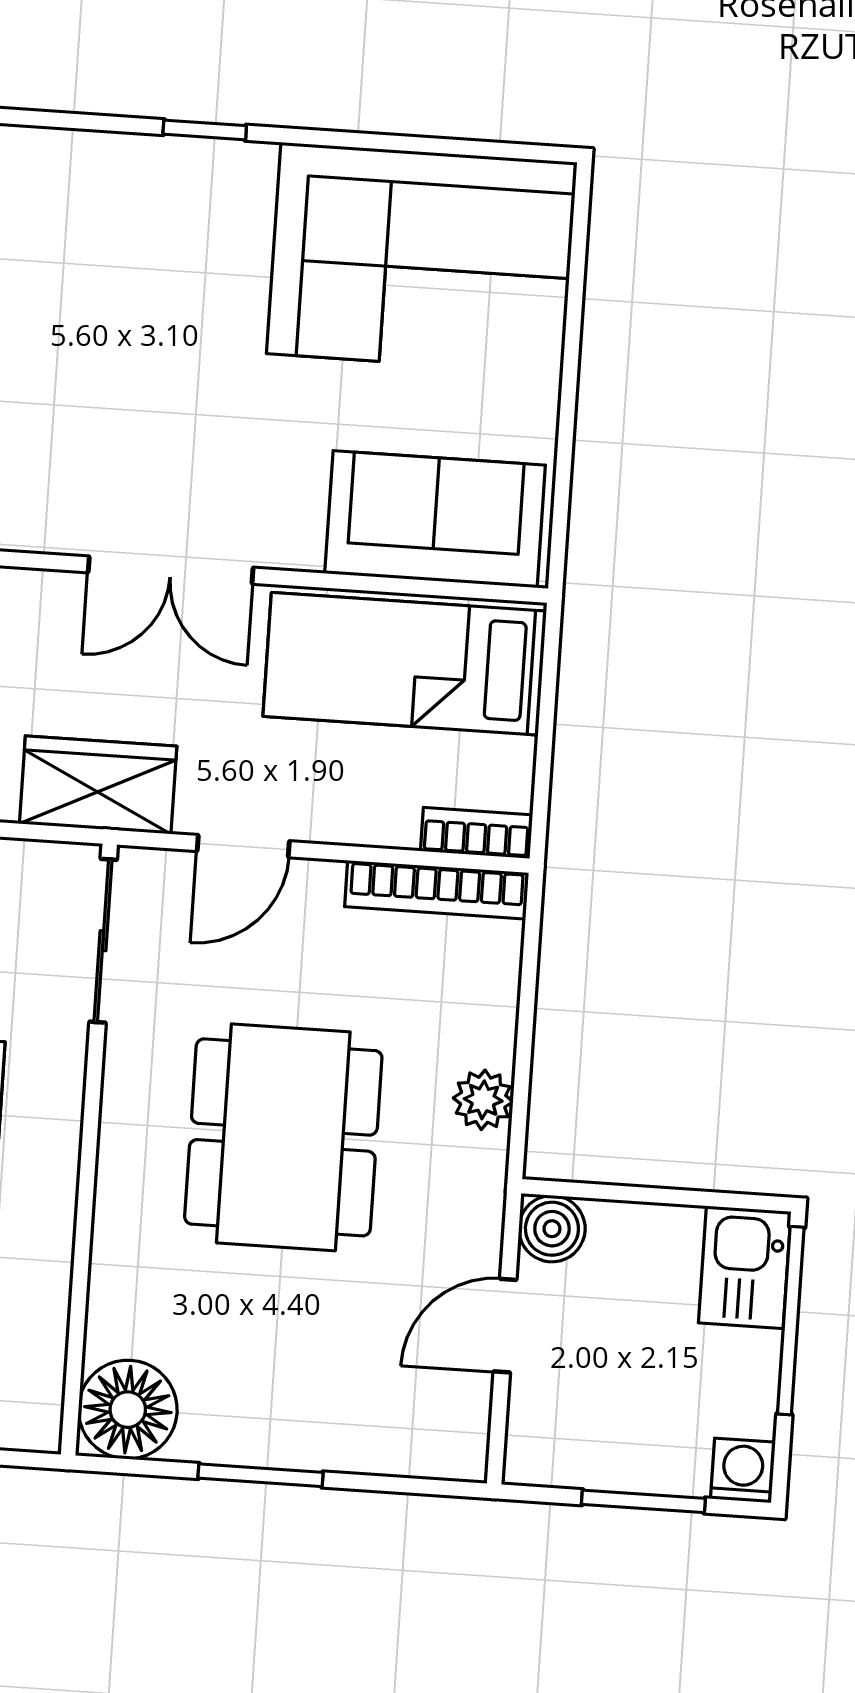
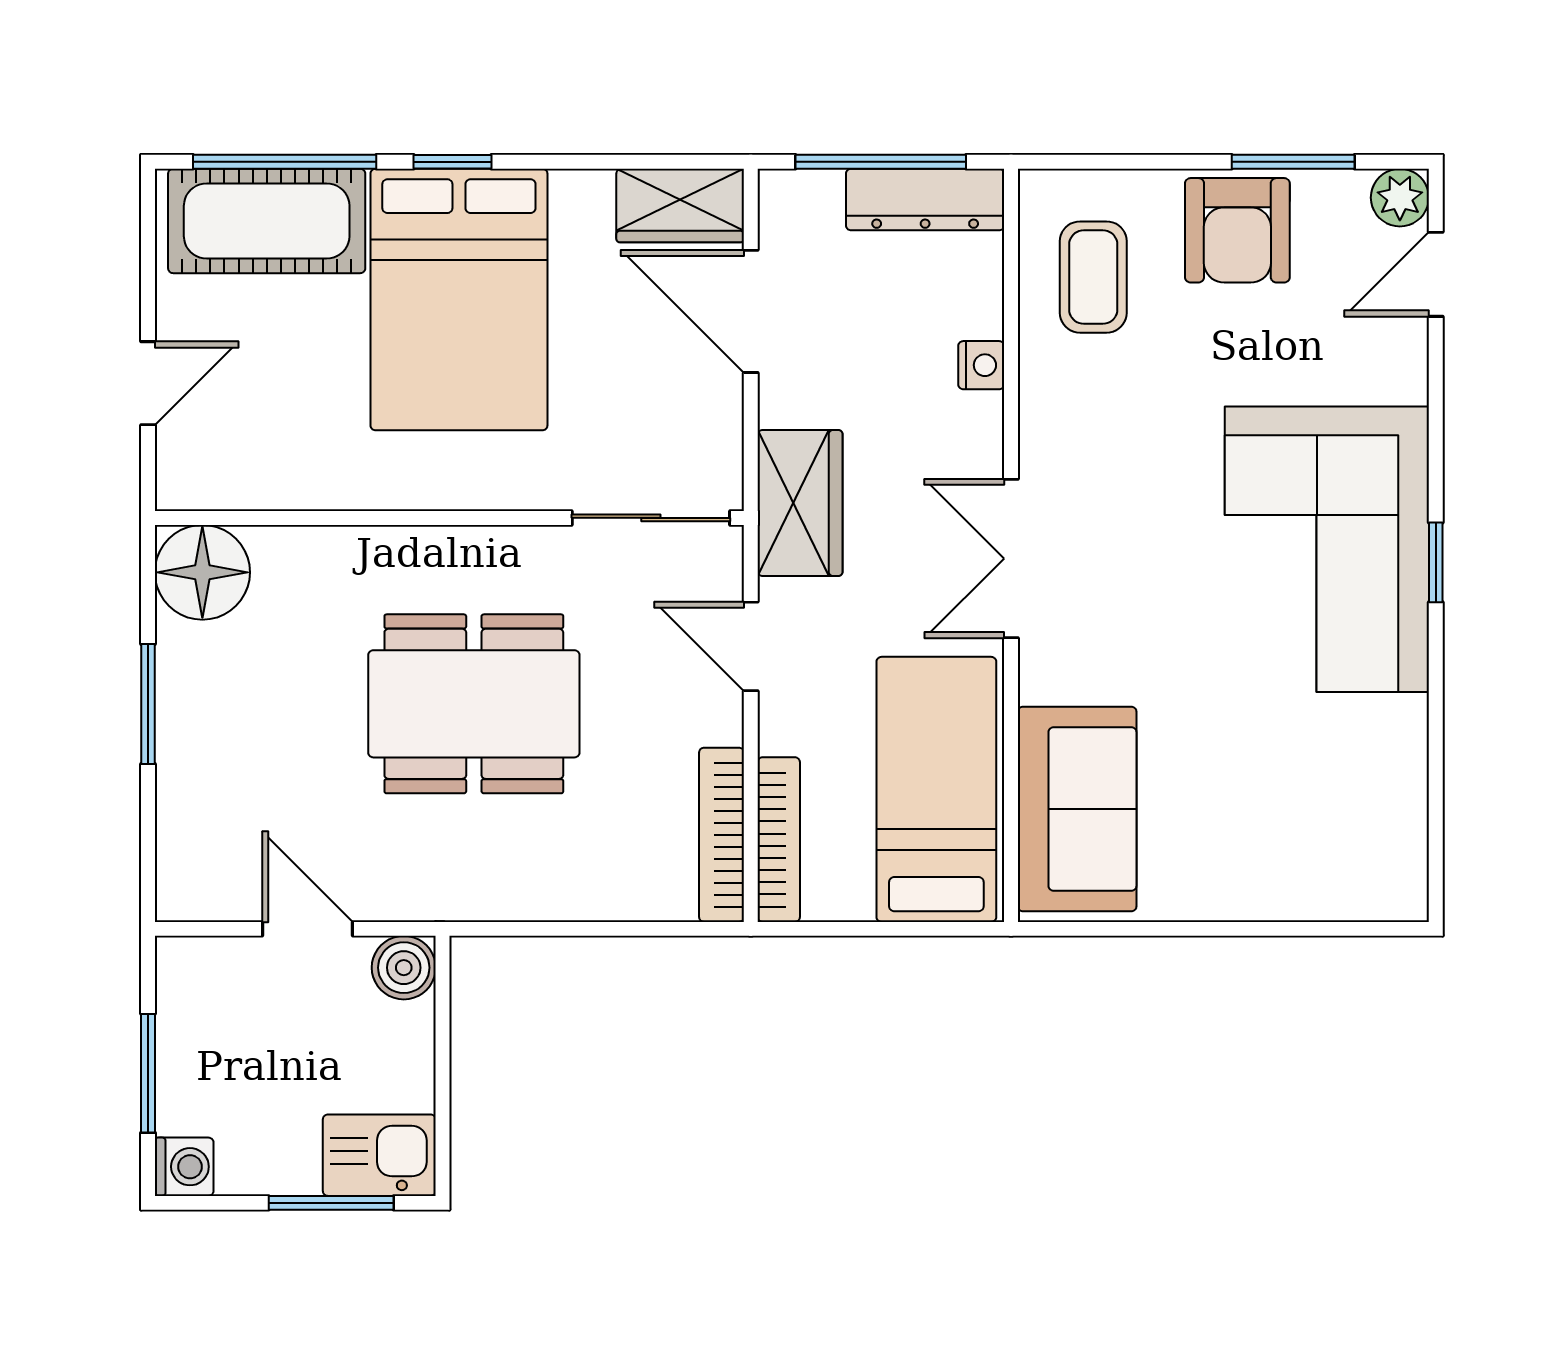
corner sofa: (422, 258) -> (1327, 549), moved
bookcase: (476, 833) -> (779, 840), width x1.56
plant: (483, 1100) -> (523, 893), removed
window: (791, 1321) -> (331, 1203), width x0.69

